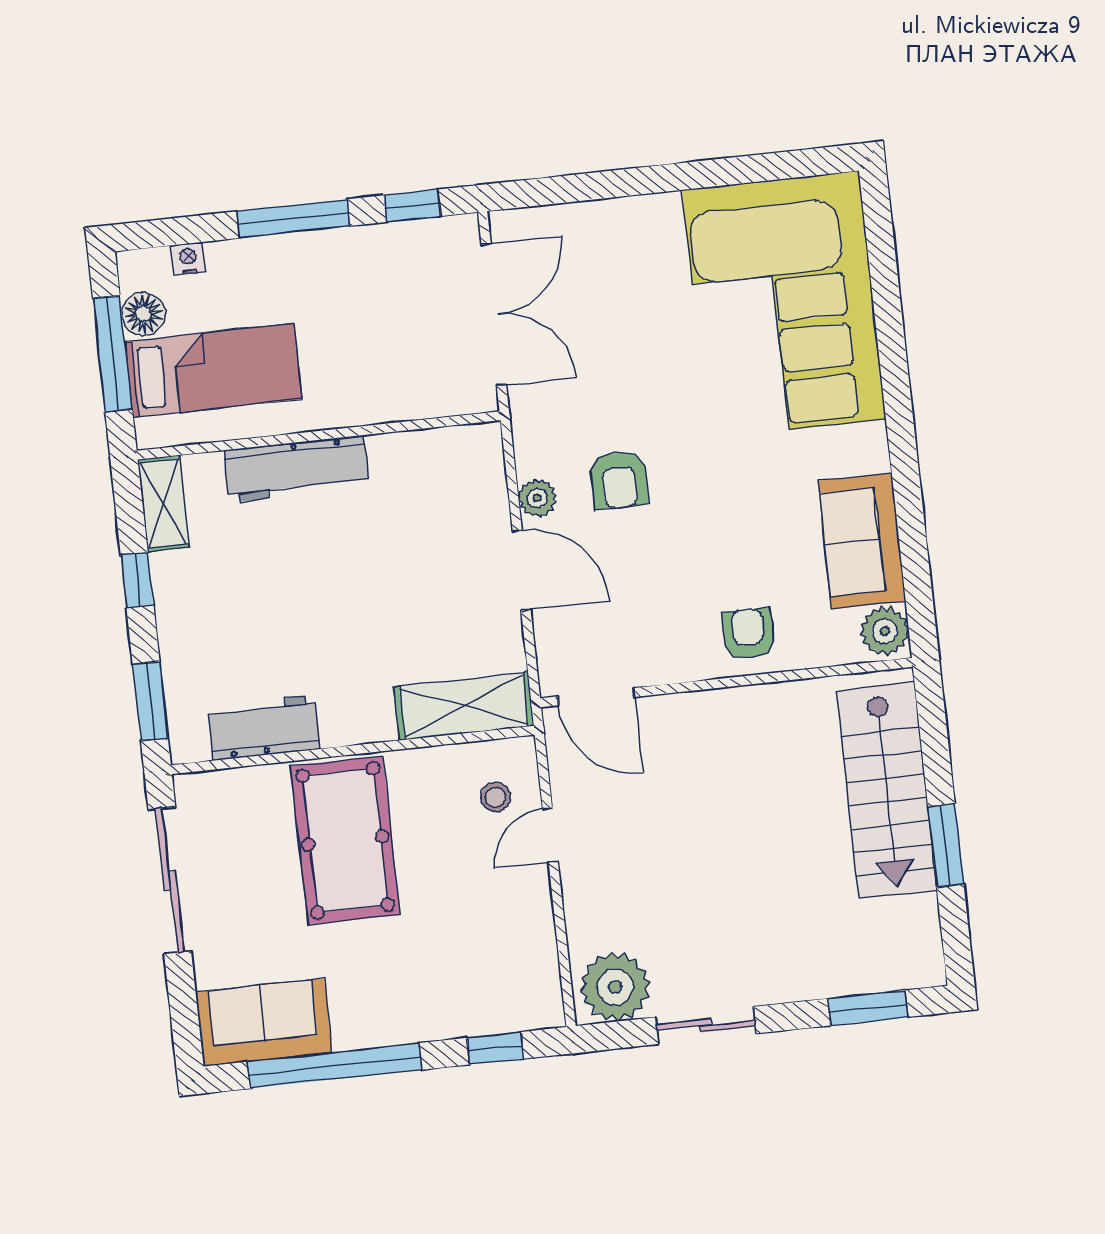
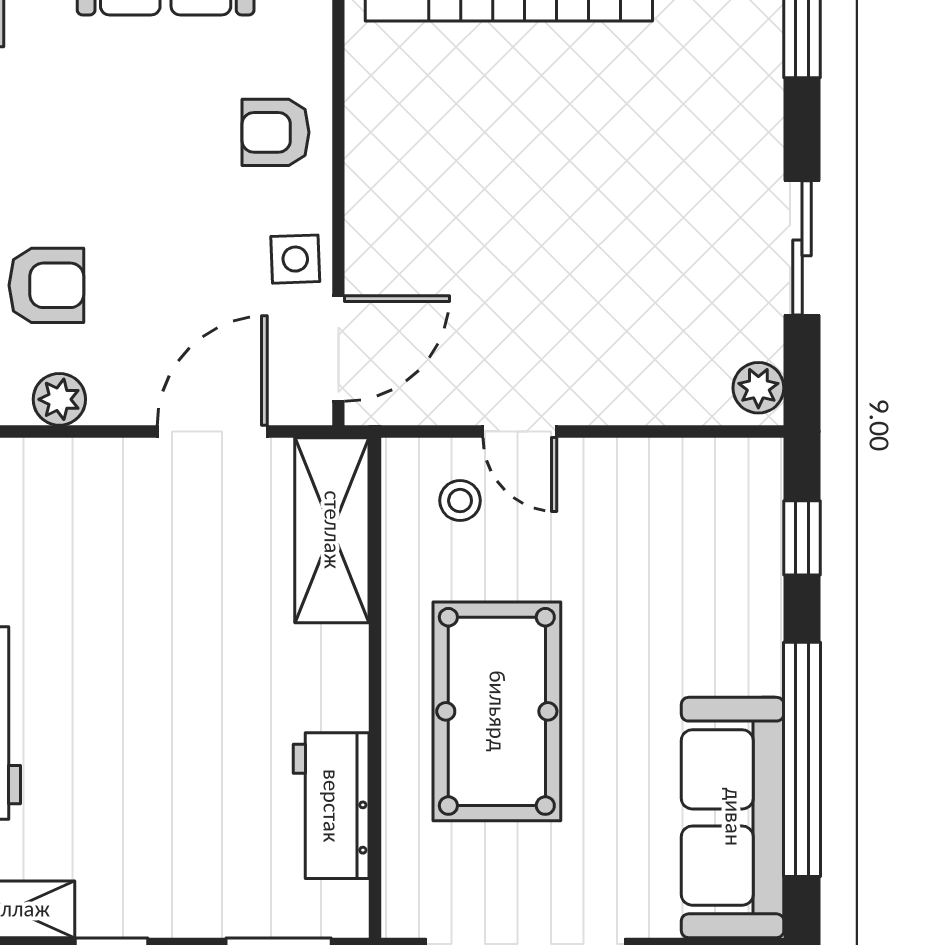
door: (522, 570) -> (212, 431), moved
side table: (658, 658) -> (295, 259), added
pool table: (345, 840) -> (497, 711), turned 90
plant: (615, 987) -> (758, 388), width x0.53, depth x0.53
sofa: (264, 1022) -> (733, 817), width x1.36

